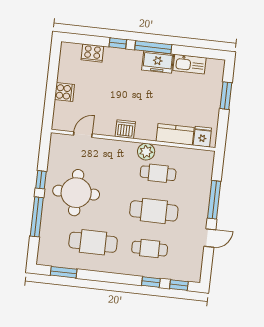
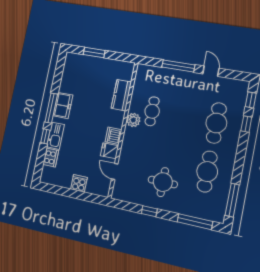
kitchen sink: (190, 64) -> (55, 136), moved
fridge: (202, 137) -> (110, 151), moved
round table: (76, 193) -> (163, 182), width x0.73, depth x0.73
cafe table: (154, 211) -> (184, 117), removed
window: (37, 217) -> (195, 222), moved
cafe table: (150, 249) -> (216, 123), width x1.37, depth x1.35
window: (64, 272) -> (232, 200), width x1.44

